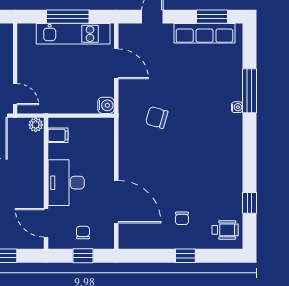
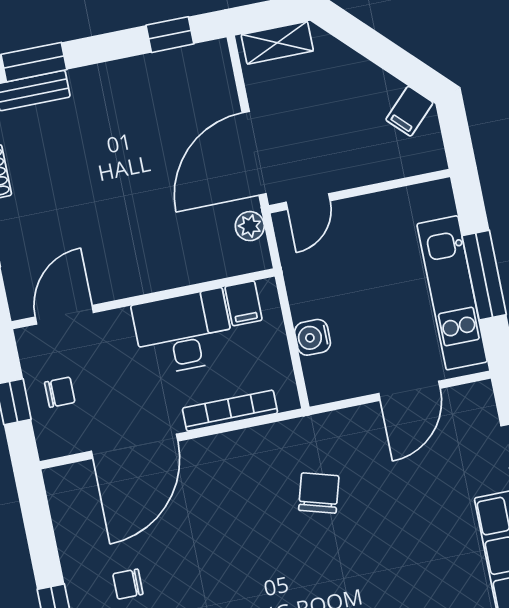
water cooler: (106, 105) -> (313, 337), moved, turned 90
plant: (36, 125) -> (250, 226), moved
bookcase: (108, 152) -> (230, 411), added
desk: (66, 183) -> (183, 332), moved

